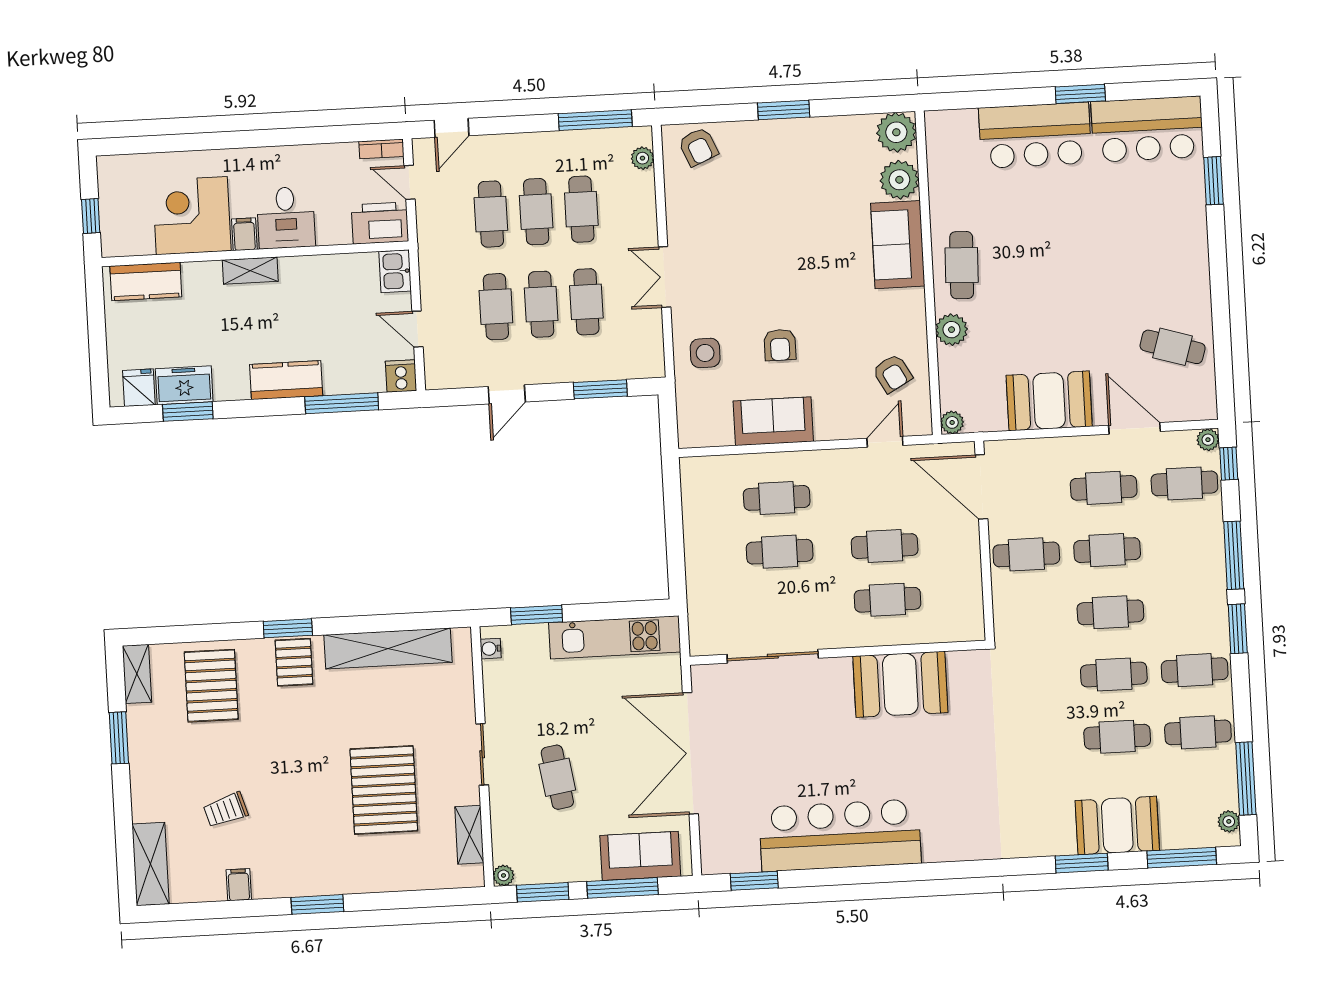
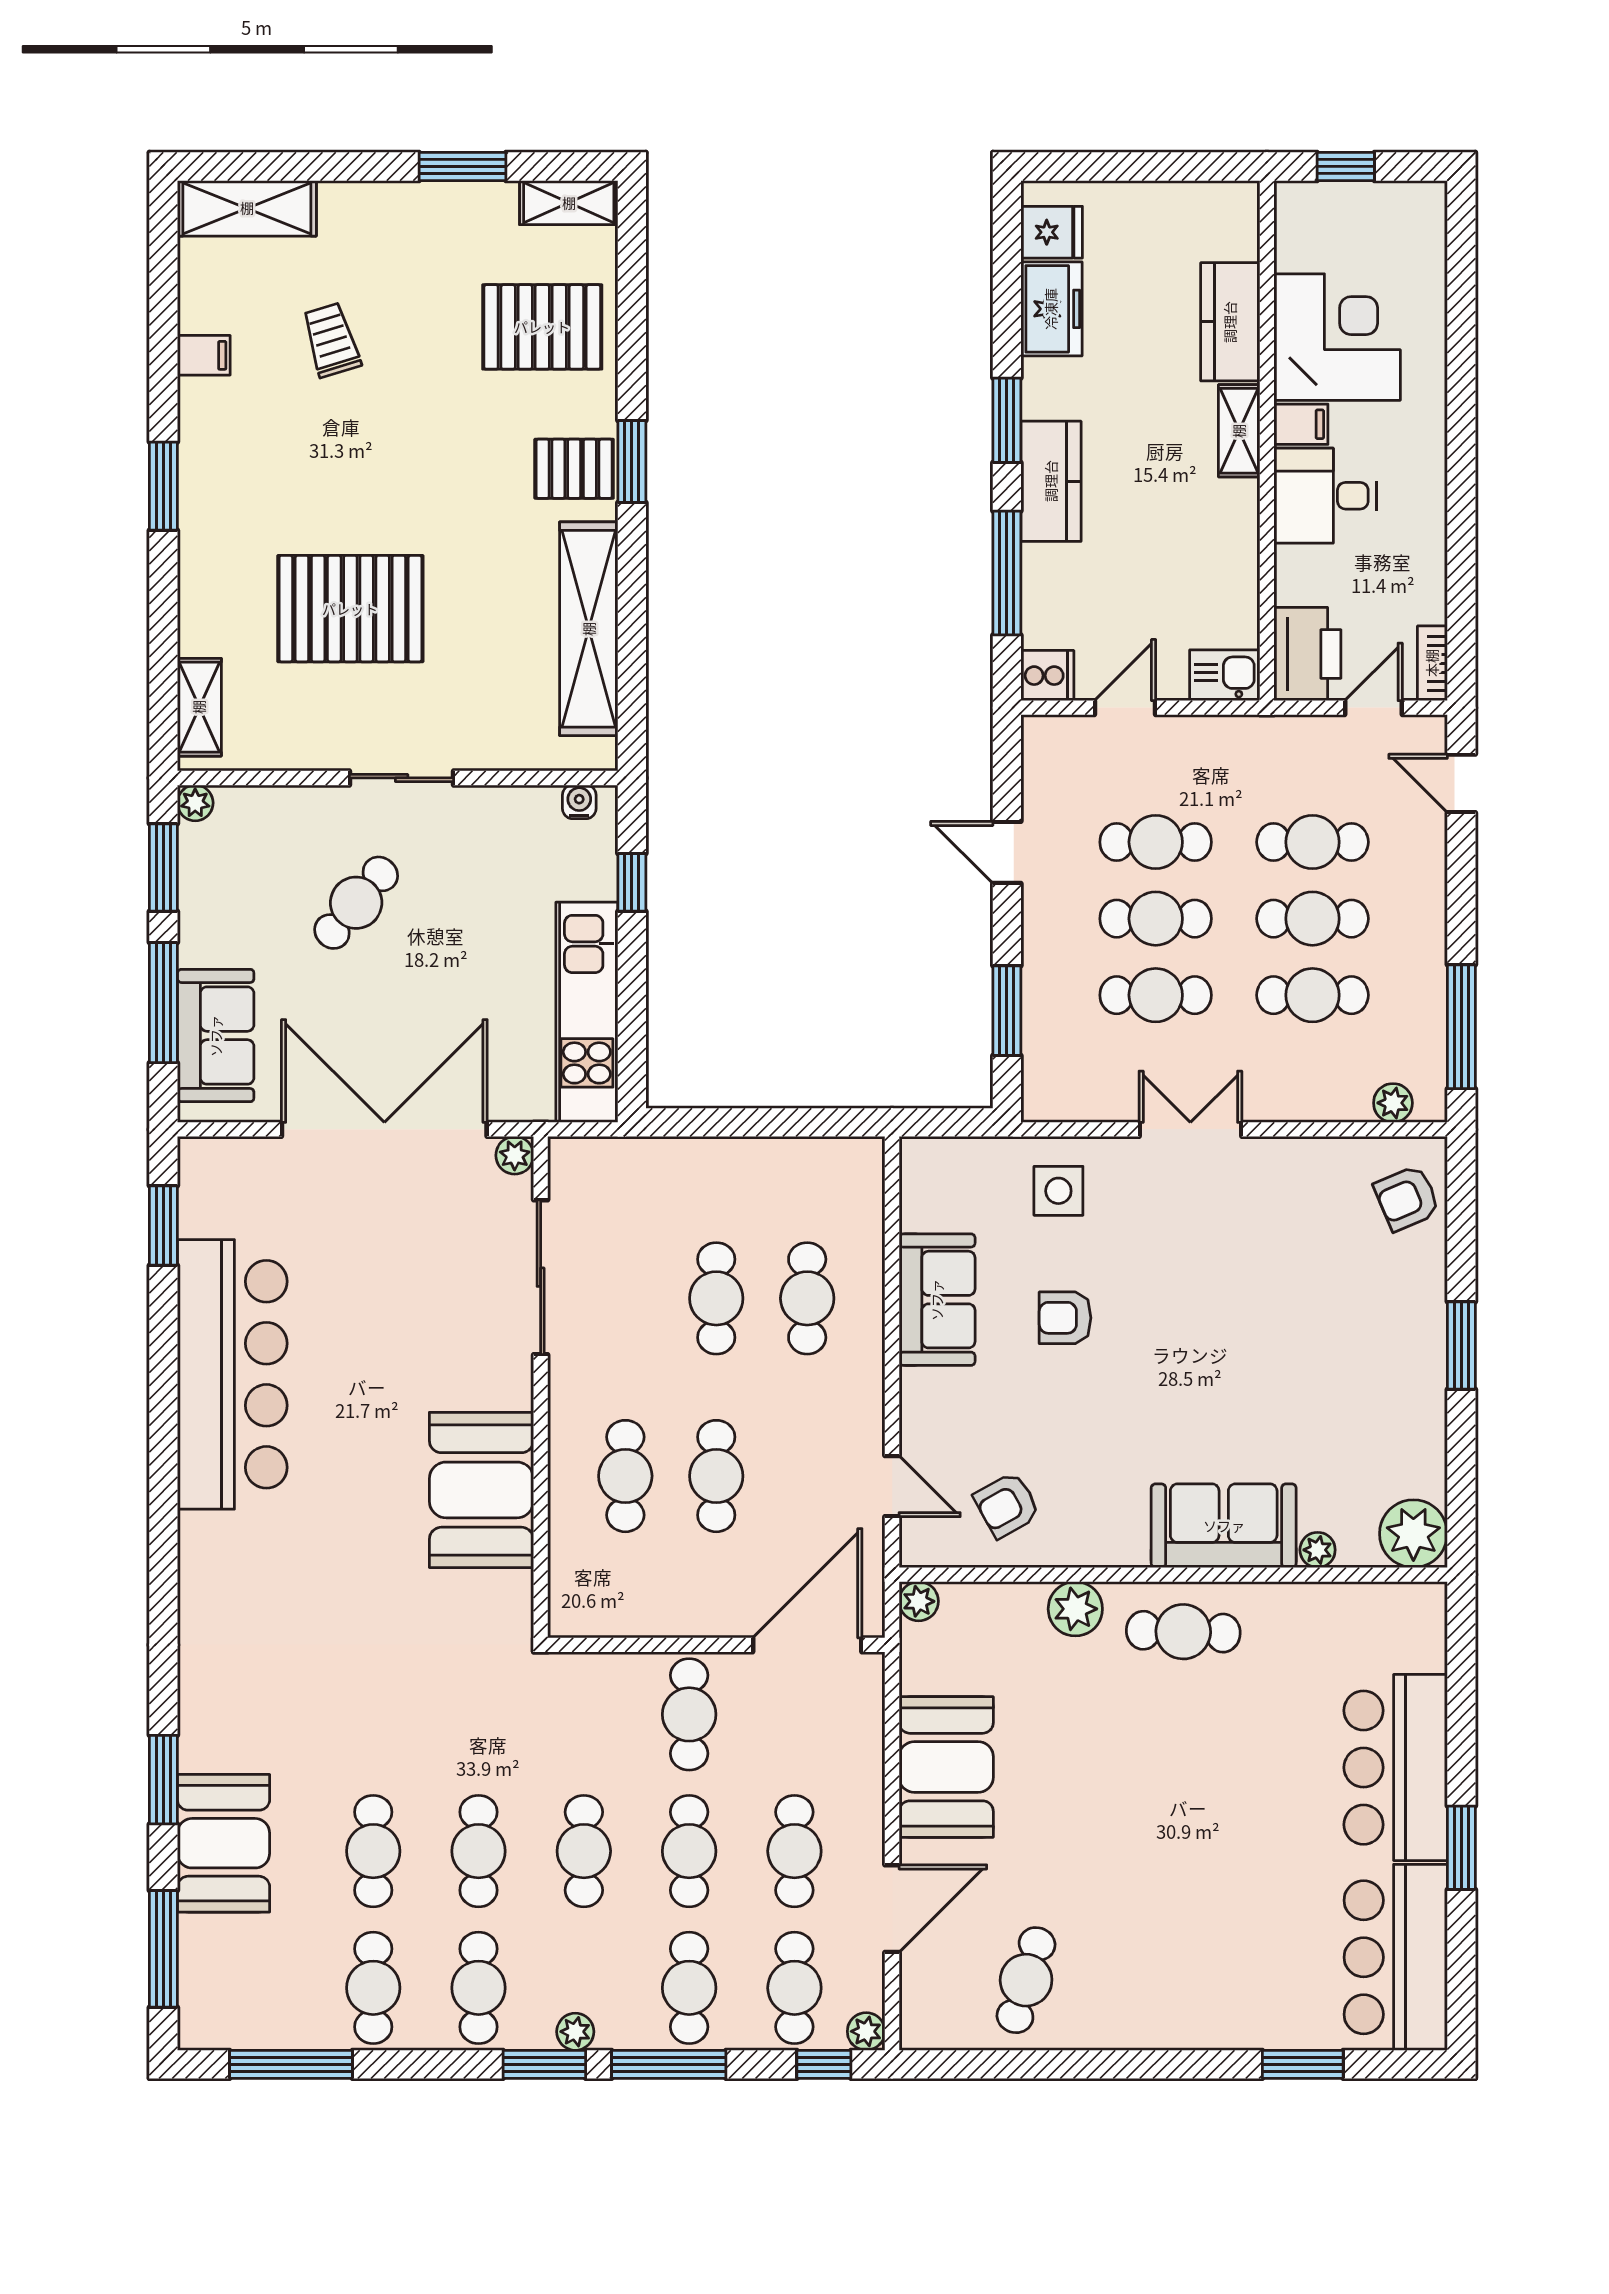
plant: (899, 180) -> (1318, 1550), width x0.53, depth x0.53
kitchen counter: (146, 281) -> (1230, 322), moved
window: (188, 412) -> (1007, 420), moved
cafe table: (1188, 546) -> (689, 1988), added
window: (537, 615) -> (632, 882), width x0.67
plant: (702, 675) -> (515, 1155), added
cafe table: (557, 777) -> (356, 903), turned -41
plant: (1229, 821) -> (575, 2032), moved
shelving: (469, 835) -> (199, 707), moved, turned 90

